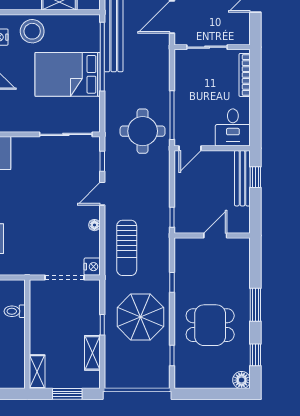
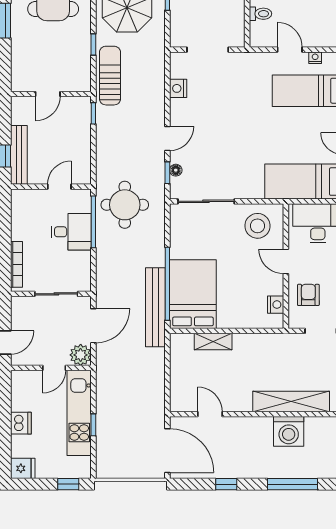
stool: (32, 31) -> (257, 226), moved
bed: (68, 74) -> (193, 294), moved, turned -90
desk: (233, 127) -> (71, 232), moved, turned 90
door: (190, 148) -> (59, 187), moved
floor lamp: (94, 225) -> (176, 170), moved
sun lounger: (127, 248) -> (110, 76), moved
nightstand: (92, 267) -> (178, 88), moved

